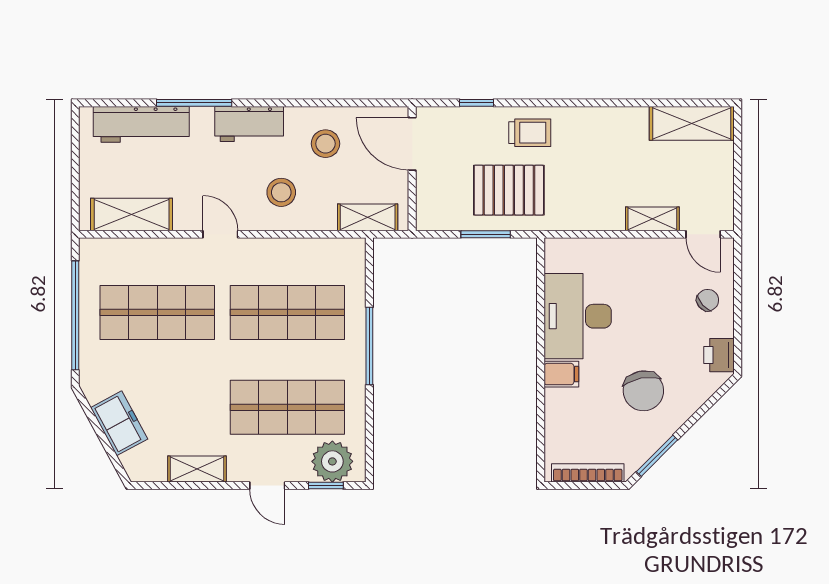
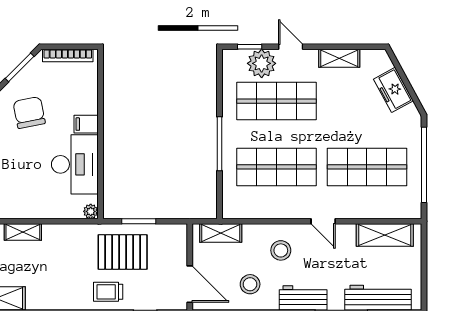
plant: (555, 248) -> (91, 211), added
plant: (332, 461) -> (262, 63), moved

